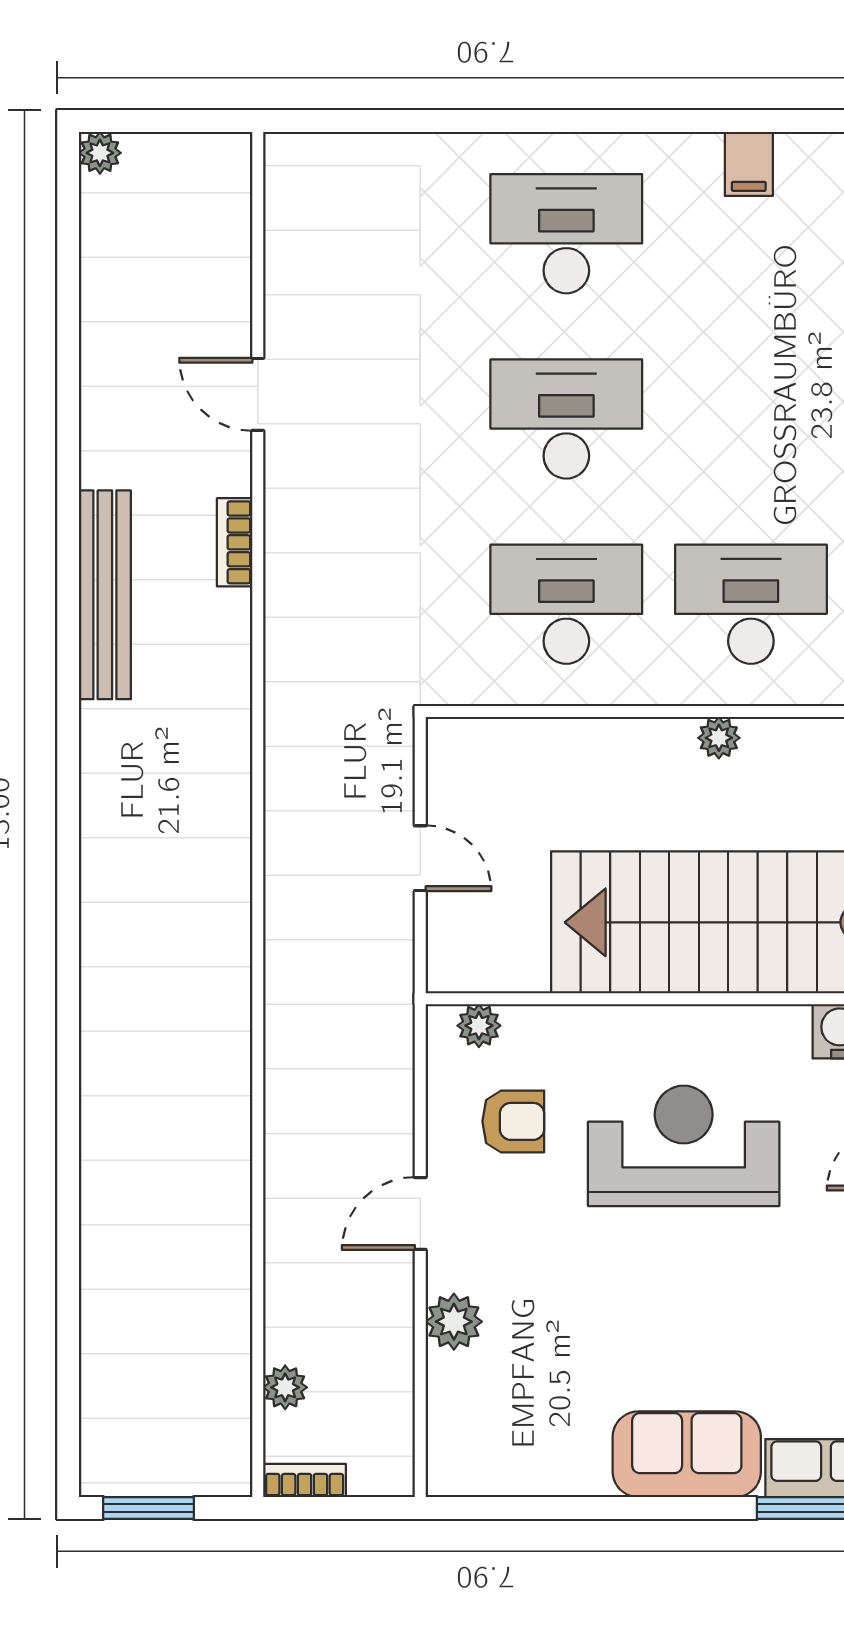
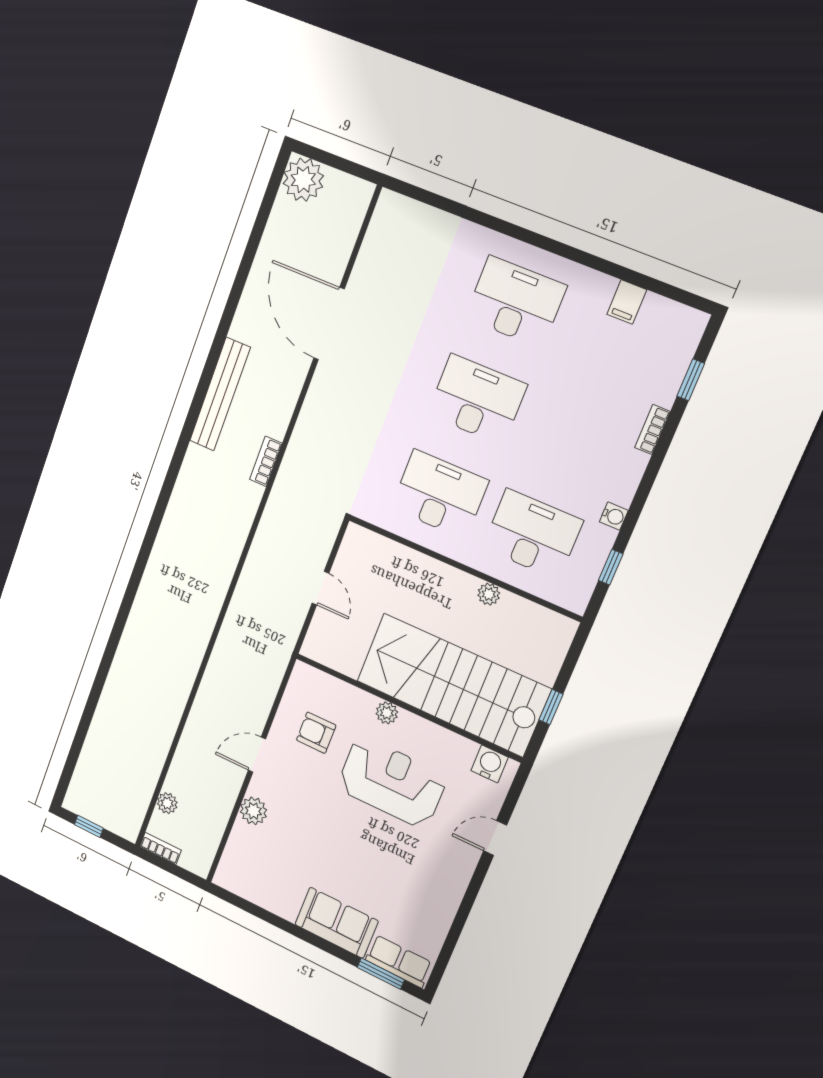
plant: (100, 153) -> (303, 180), width x1.88, depth x1.88
door: (258, 394) -> (329, 324), width x1.88
bookcase: (235, 542) -> (266, 461), moved
plant: (479, 1026) -> (387, 713), moved
armchair: (513, 1121) -> (316, 733), turned 180
window: (148, 1508) -> (89, 826), width x0.67

